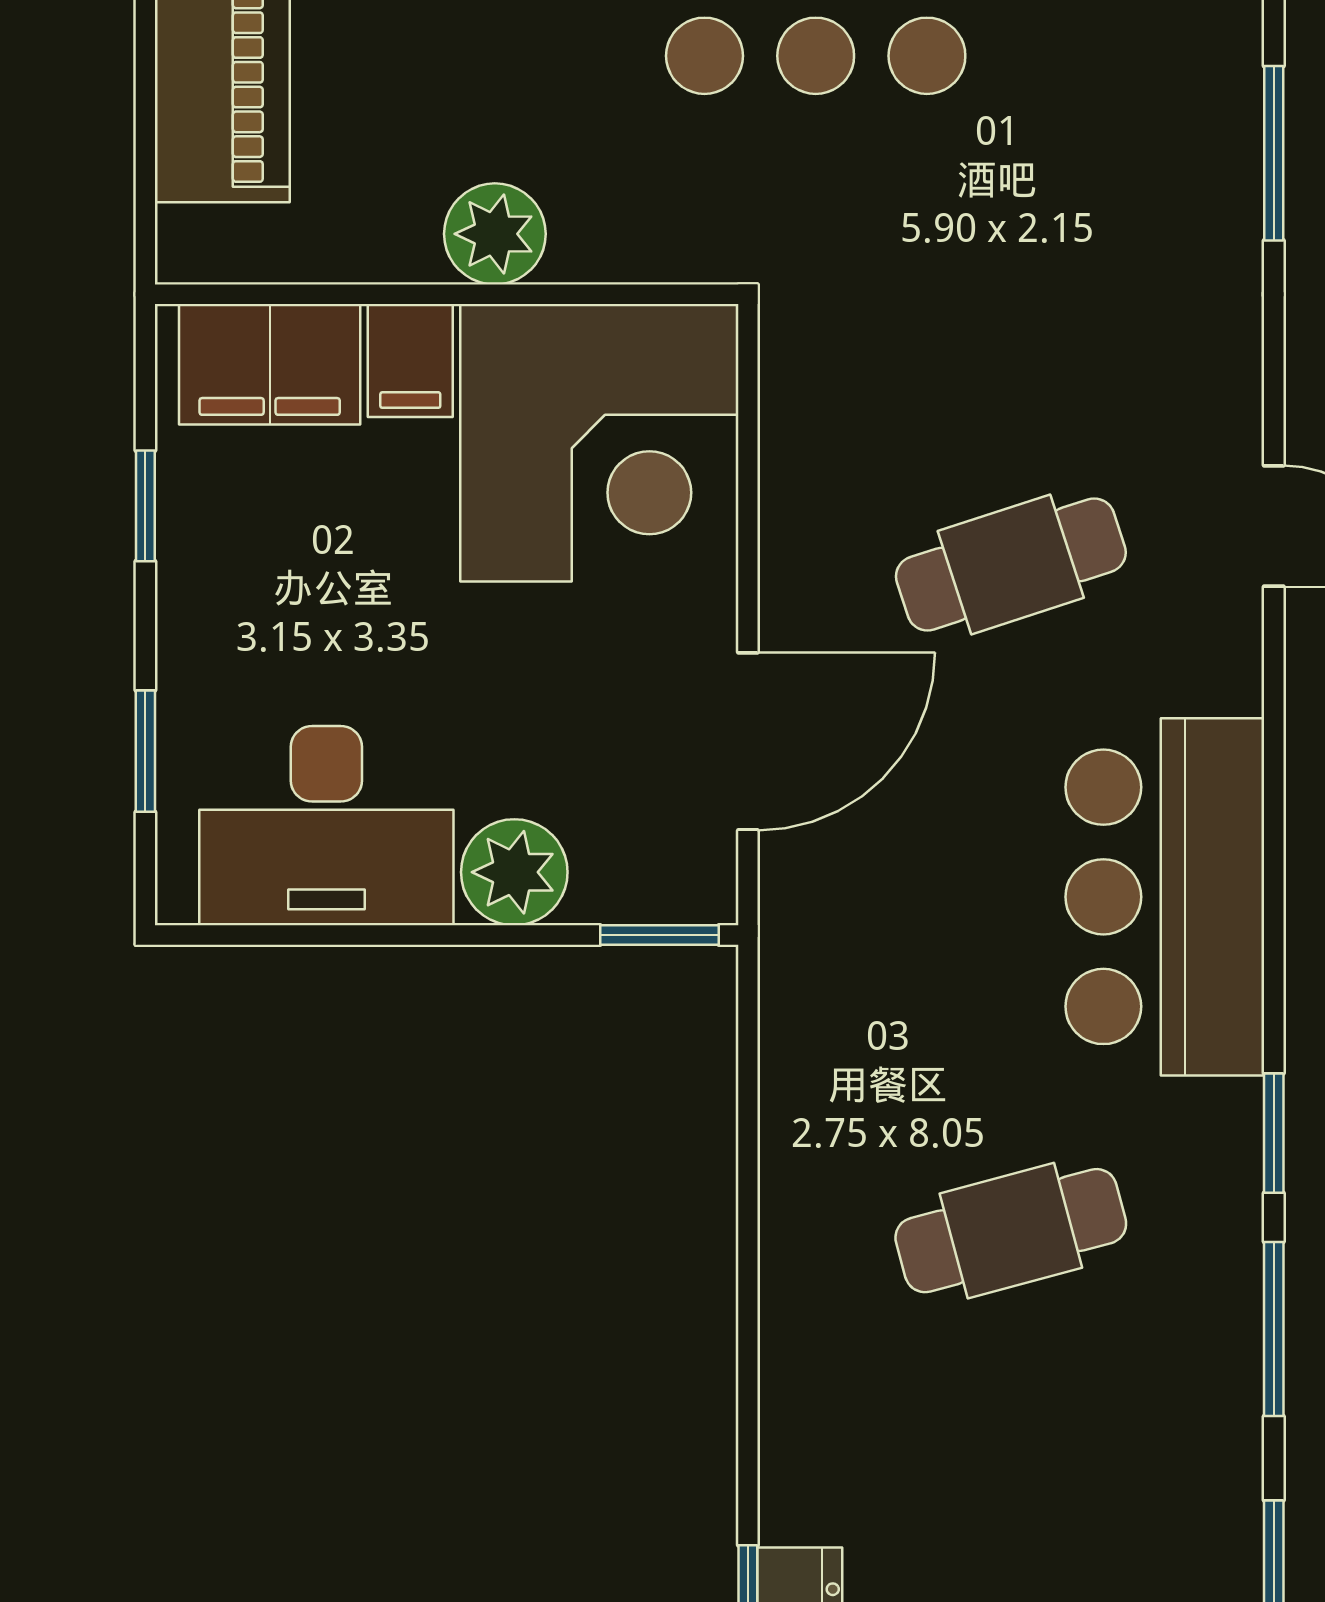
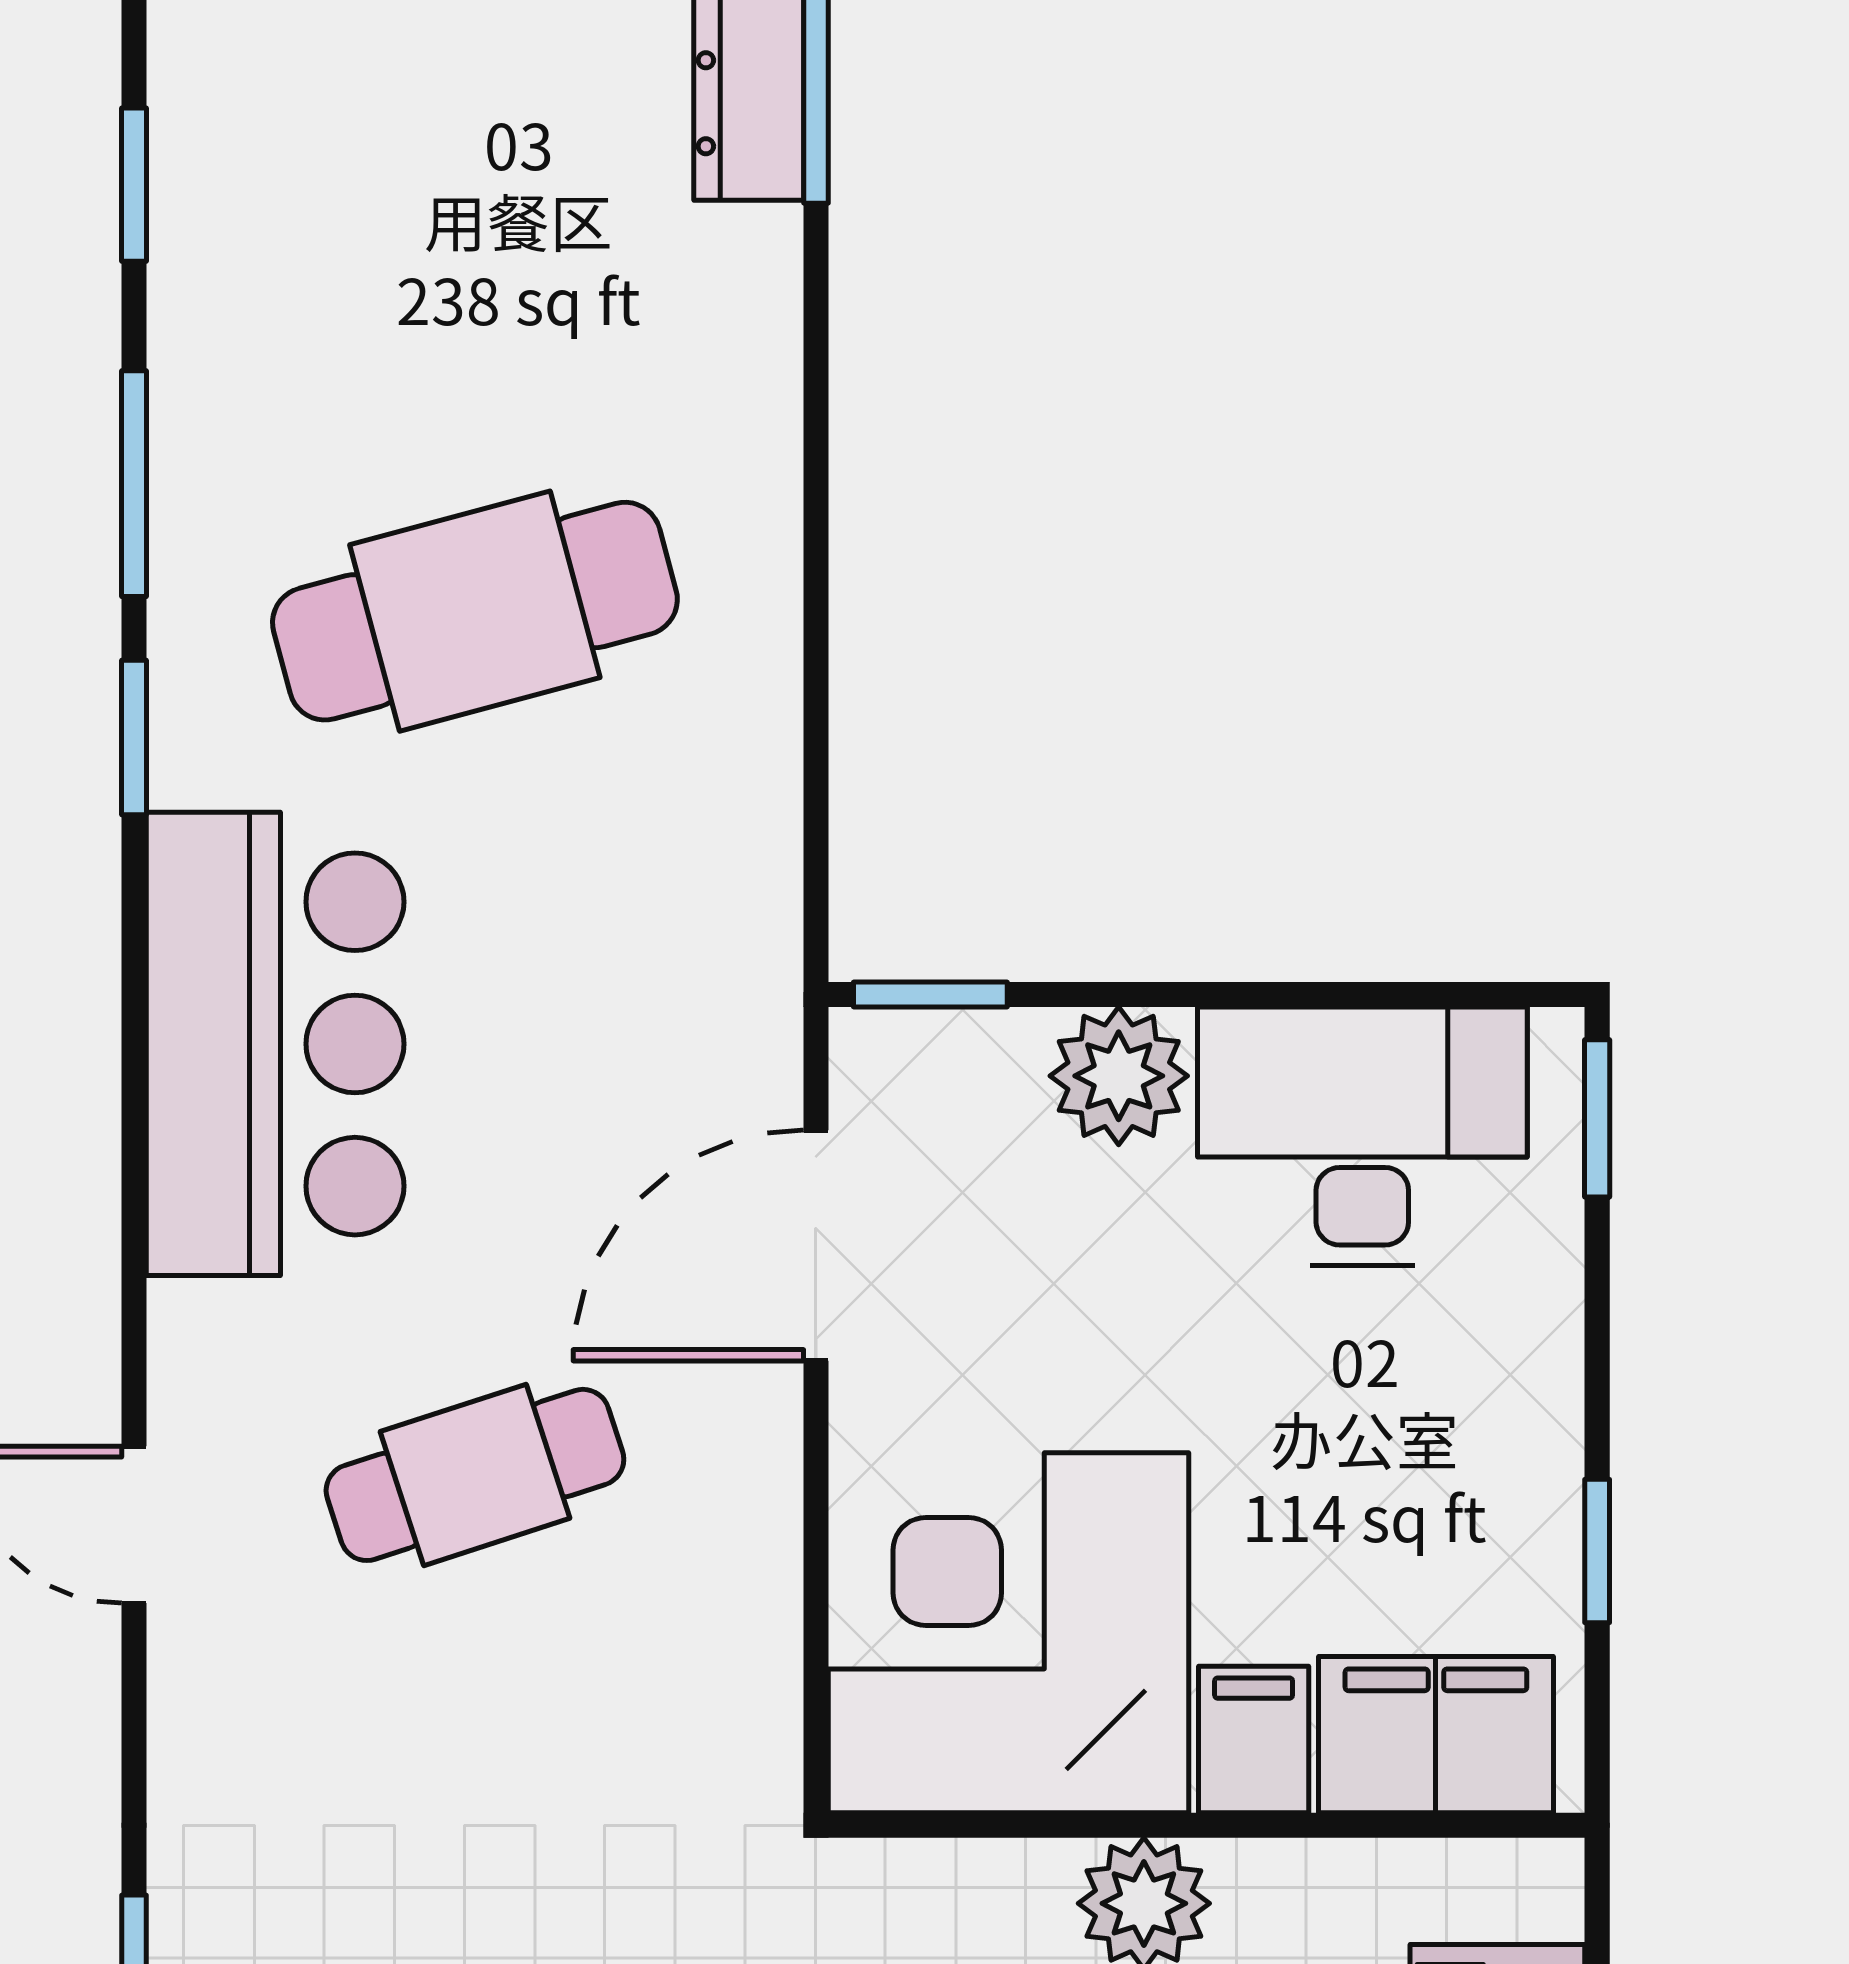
window: (145, 751) -> (1597, 1118), moved
cafe table: (1011, 1231) -> (475, 611), width x1.37, depth x1.35

